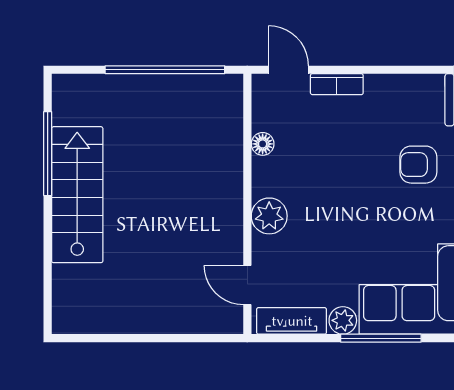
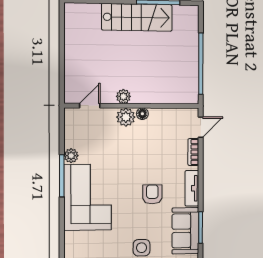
floor lamp: (263, 144) -> (142, 114), moved
plant: (229, 221) -> (123, 96), added
tv unit: (292, 321) -> (192, 188), moved, turned 180

